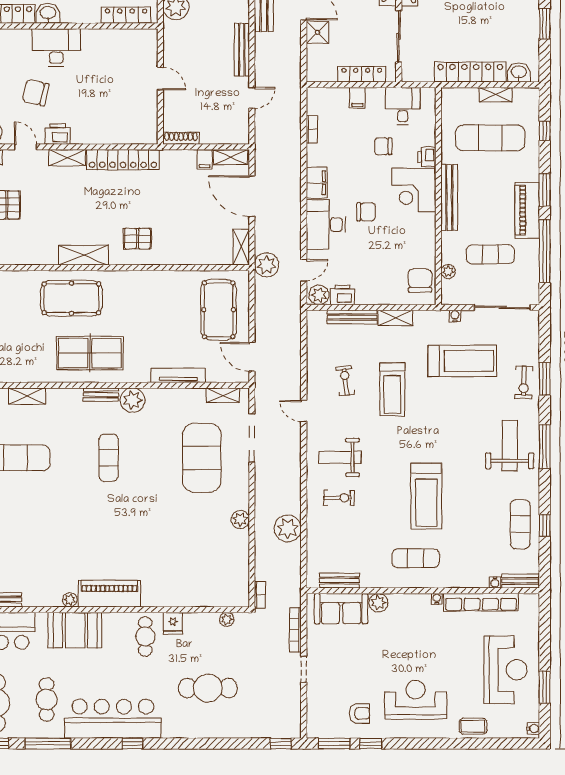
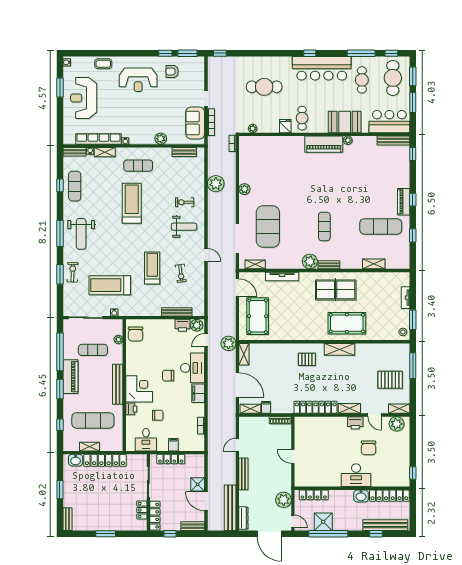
chair: (36, 93) -> (369, 448), turned 77
shelving: (395, 318) -> (105, 152), moved
sofa: (341, 609) -> (195, 123), moved, turned -90

